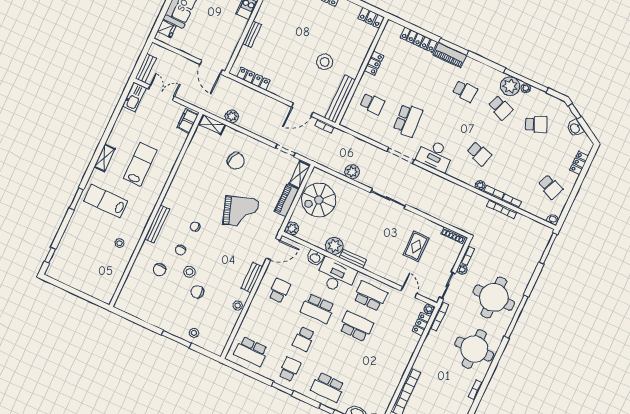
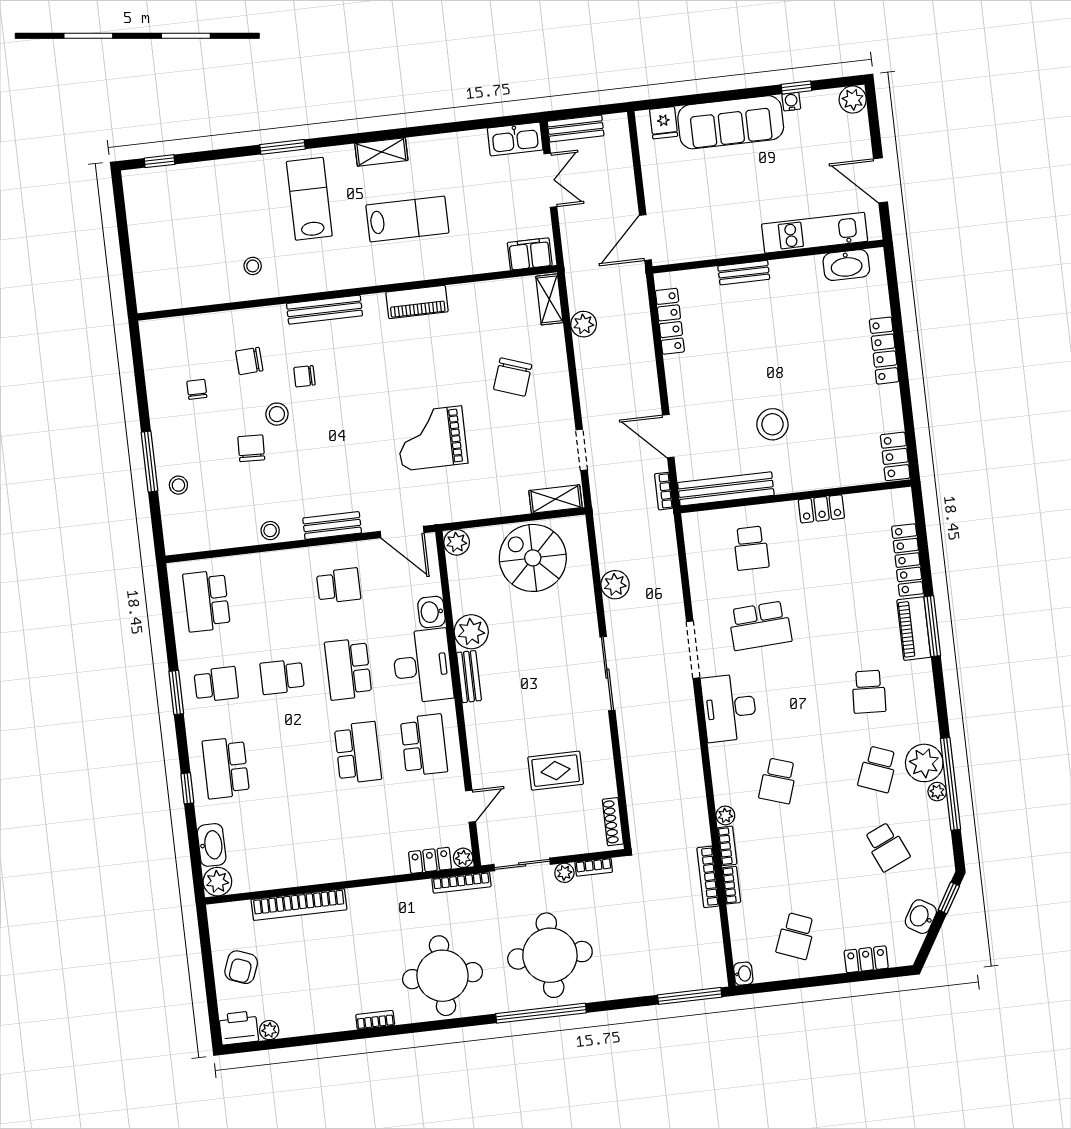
piano: (286, 201) -> (417, 302), moved, turned 180
grand piano: (241, 212) -> (432, 438), turned 109
chair: (195, 227) -> (197, 389), moved

